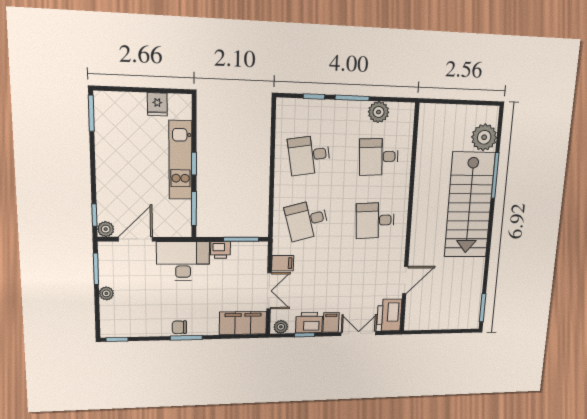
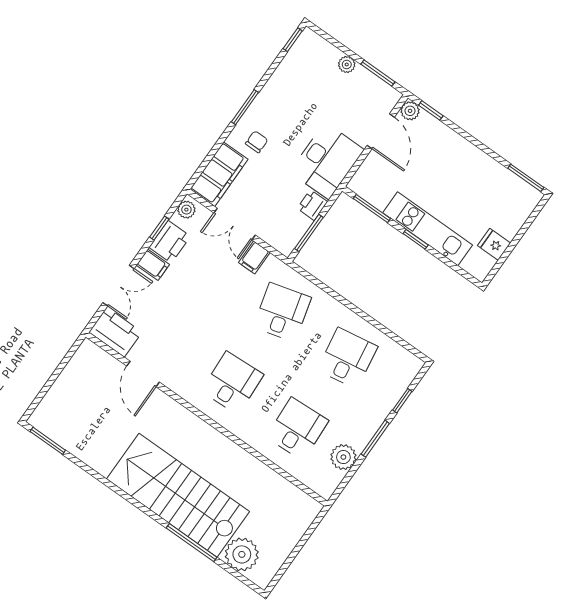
chair: (179, 327) -> (257, 142), moved

